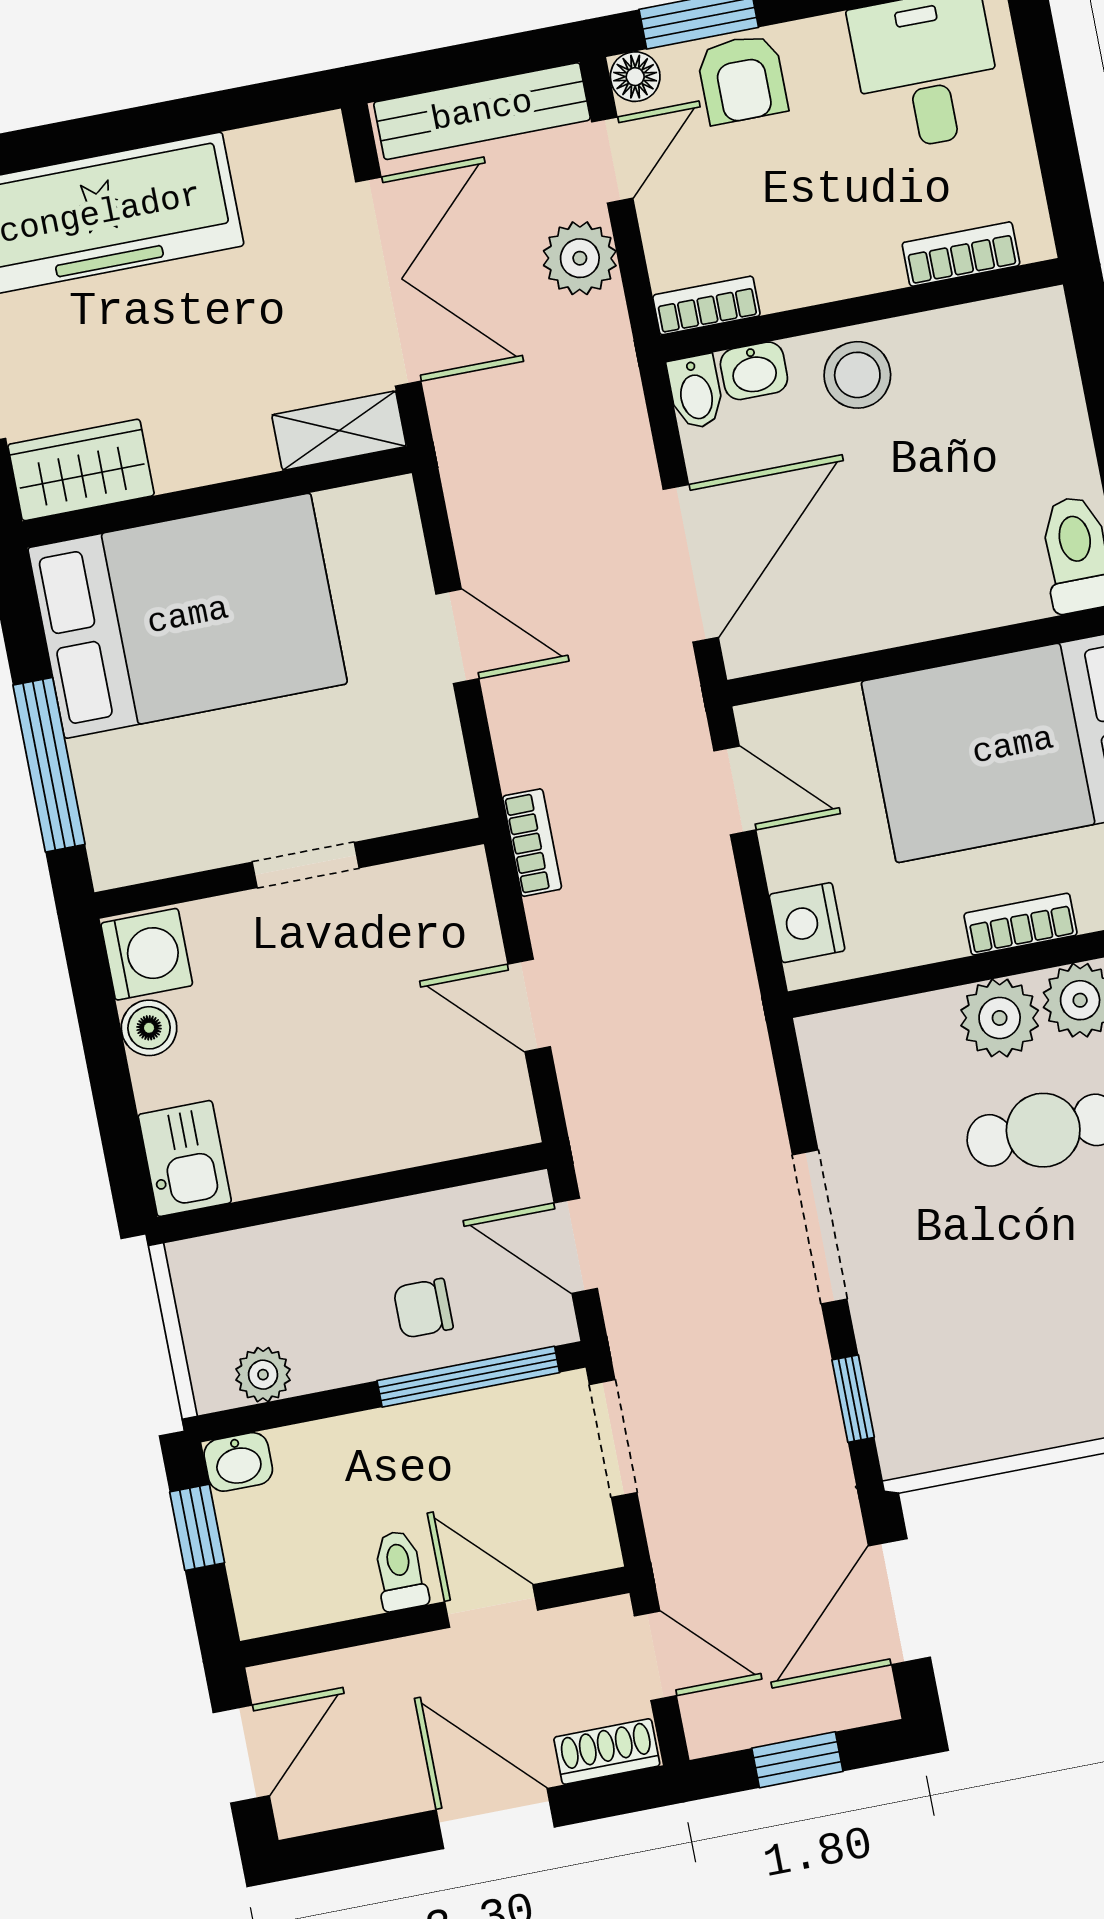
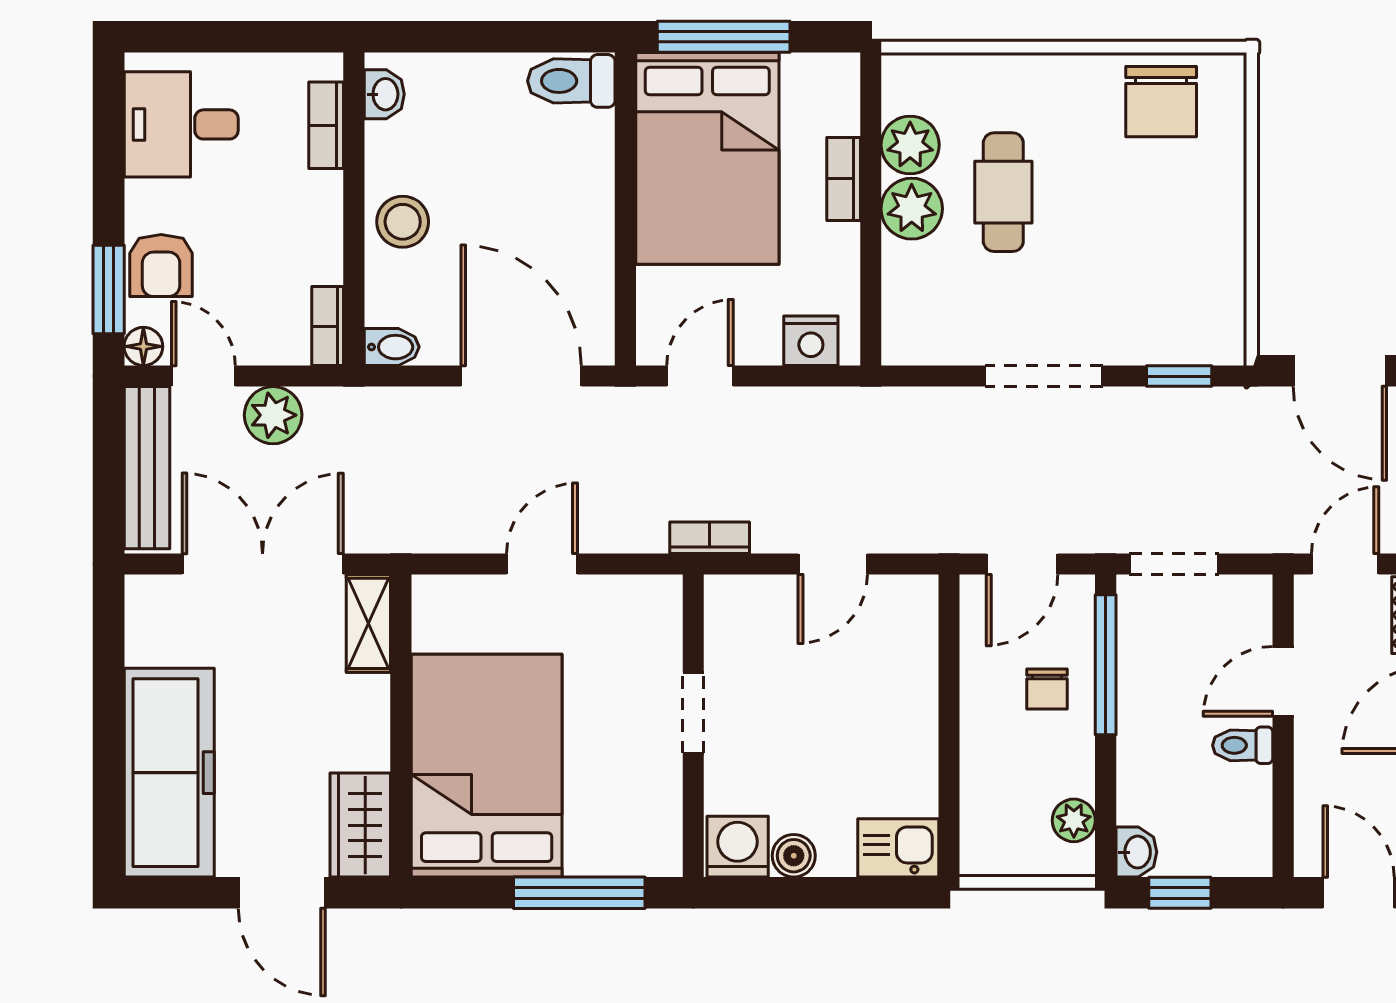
armchair: (742, 79) -> (161, 266), turned 90
washbasin: (754, 371) -> (384, 94), moved

